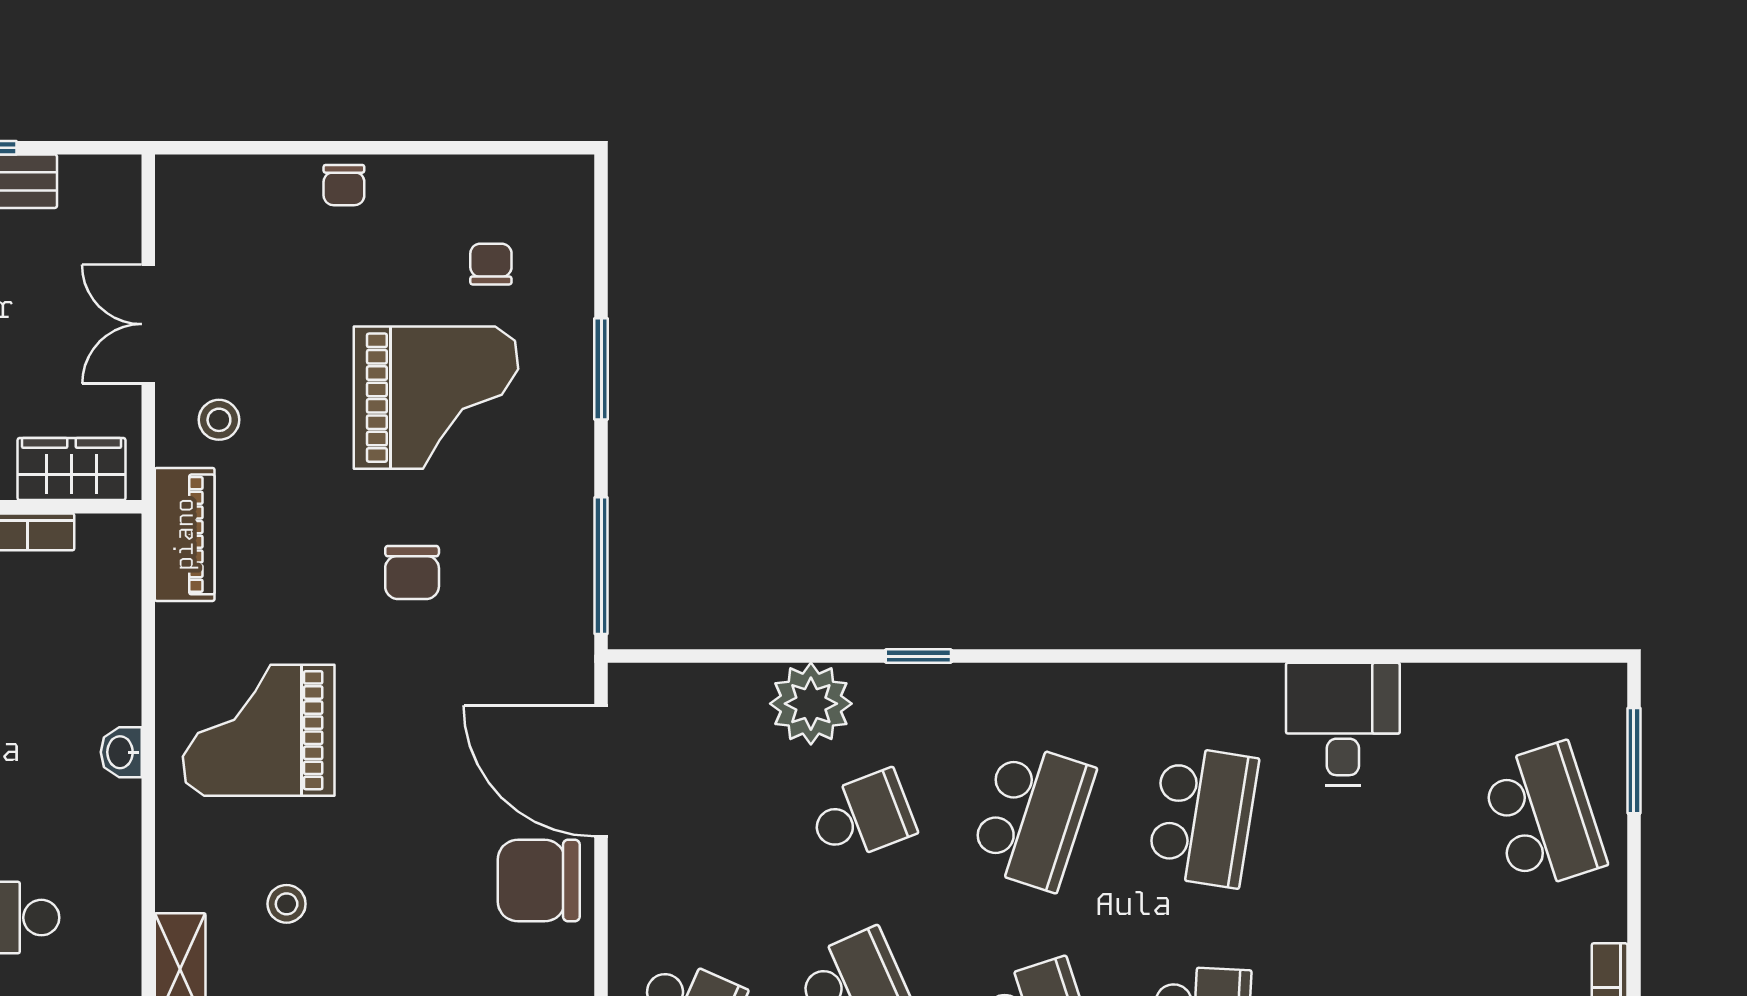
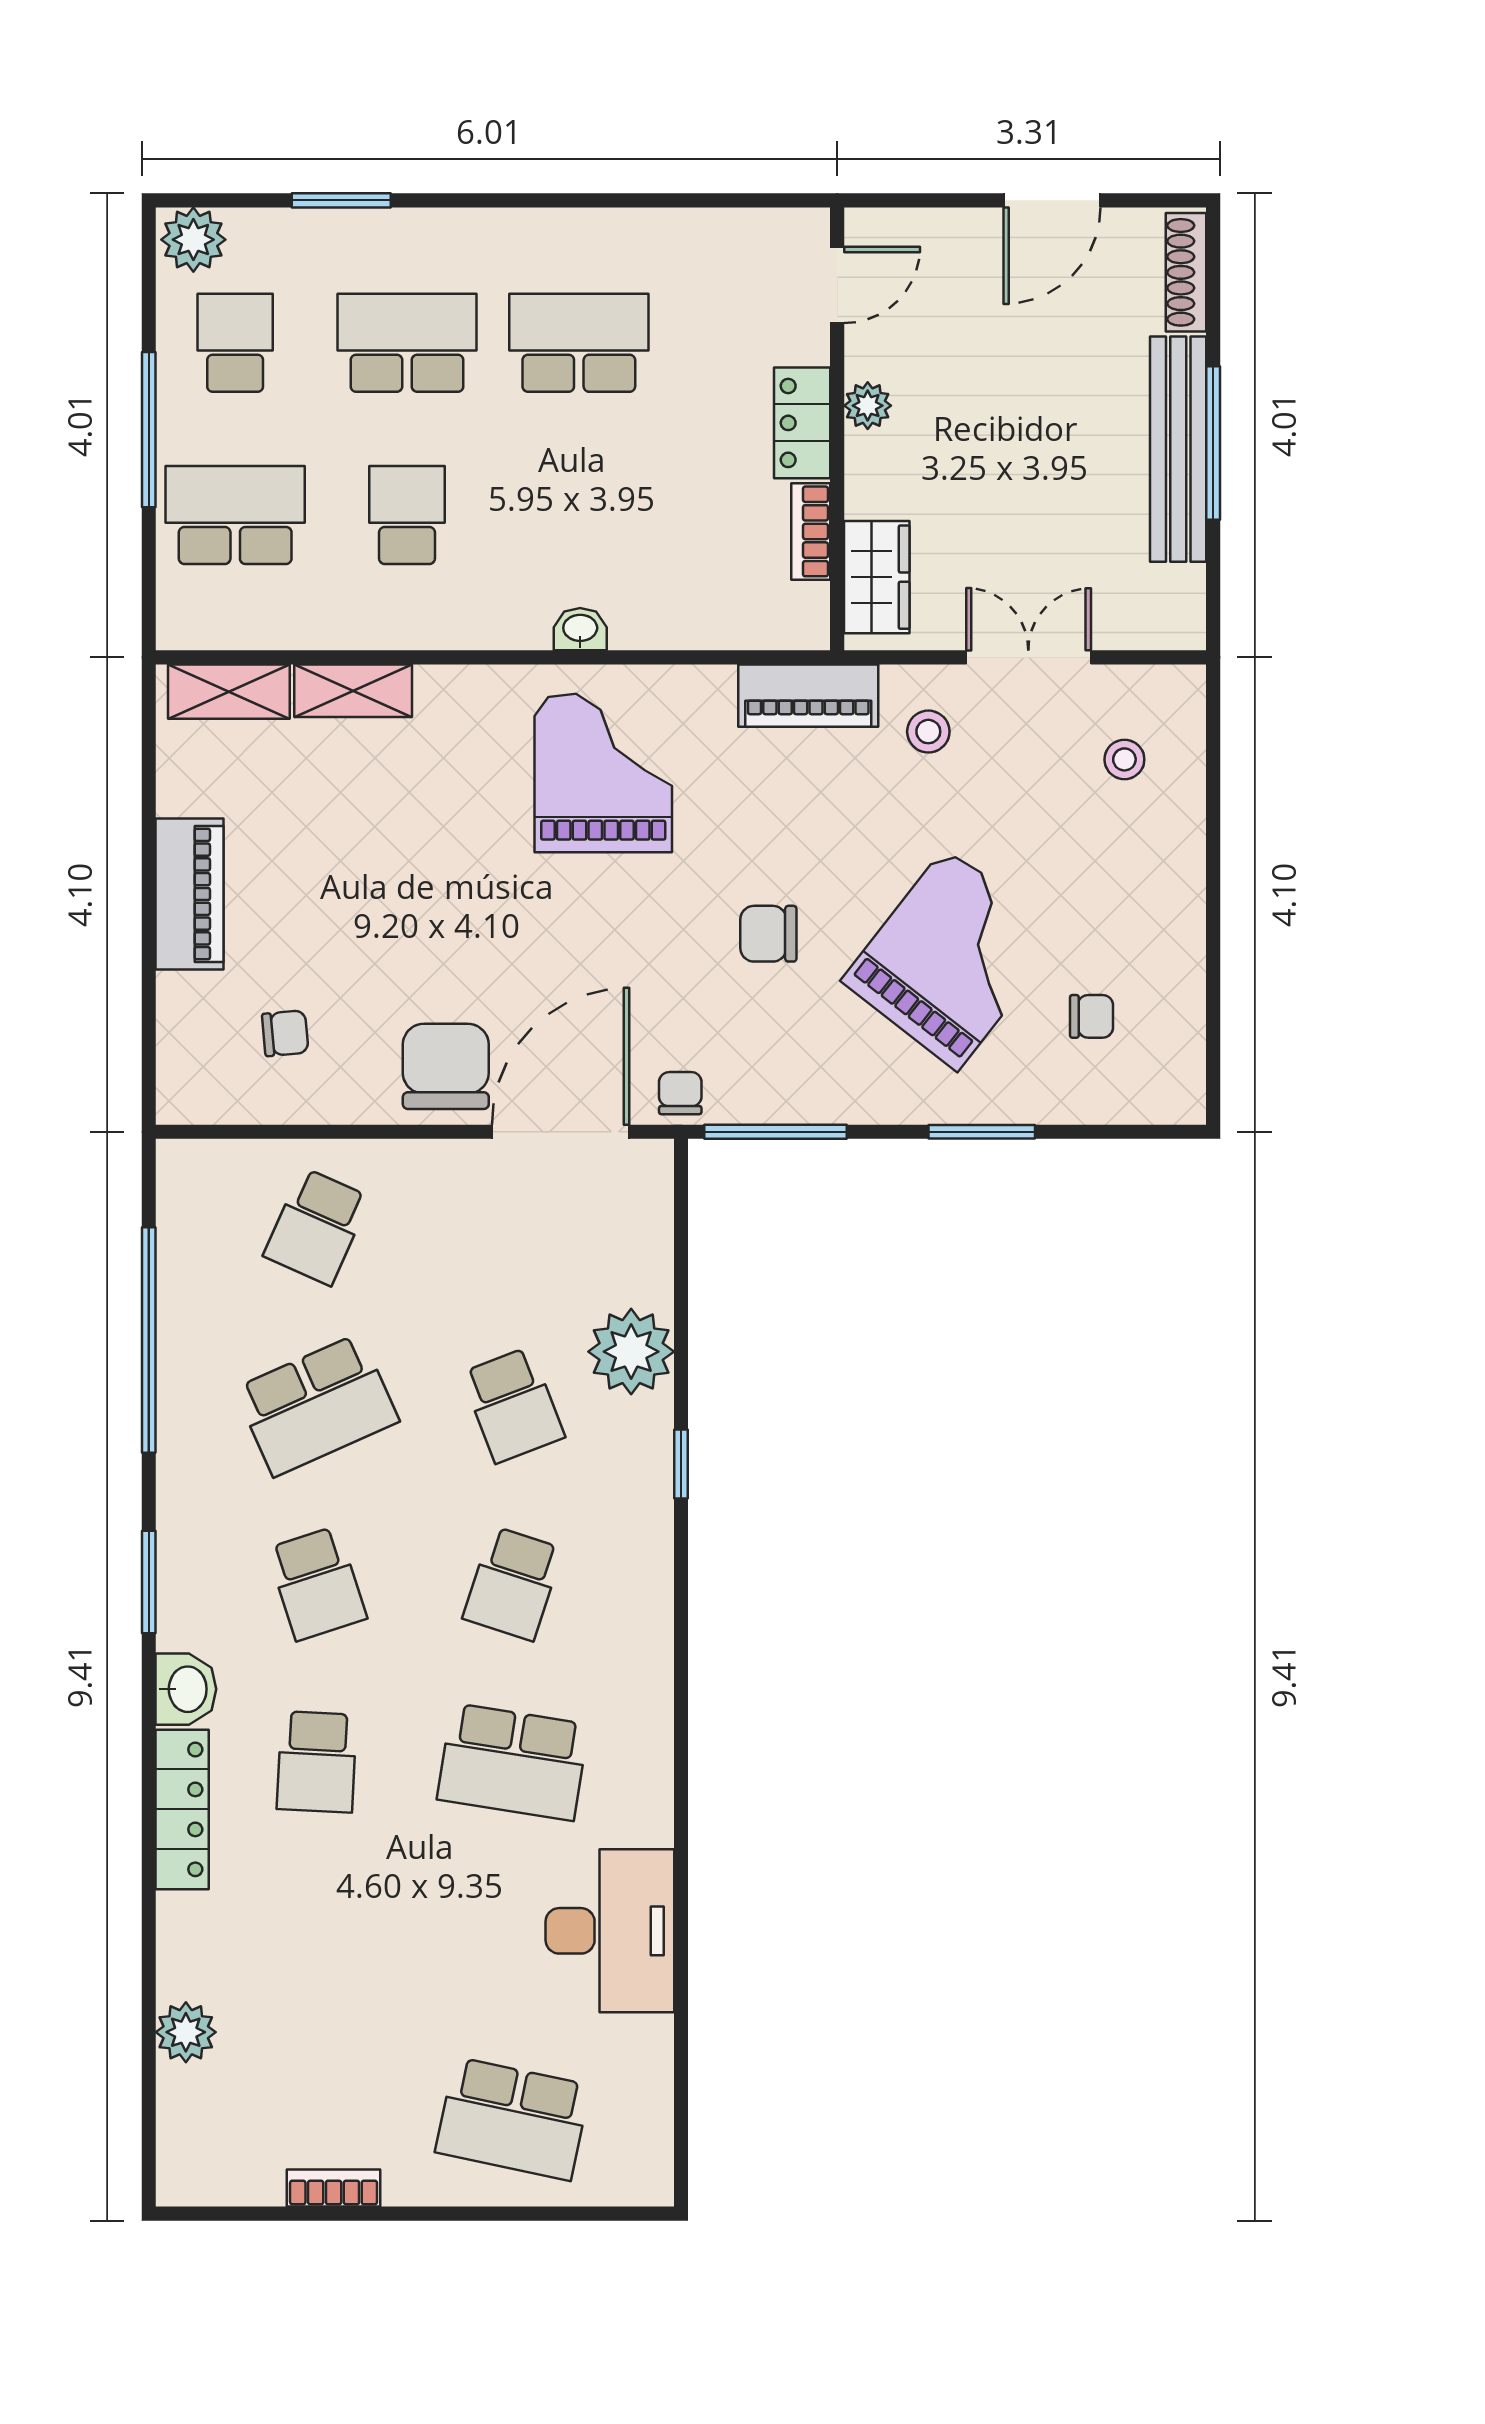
chair: (344, 185) -> (680, 1093), moved, turned 90
grand piano: (436, 398) -> (952, 959), turned -142
desk: (1343, 724) -> (610, 1931), width x1.37
window: (1634, 761) -> (571, 2214), removed
school desk: (1032, 816) -> (513, 1583), width x0.54
school desk: (1543, 816) -> (513, 2119), turned 30
stool: (287, 904) -> (1124, 759), moved

